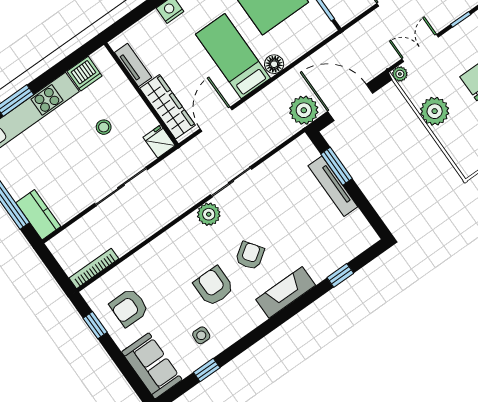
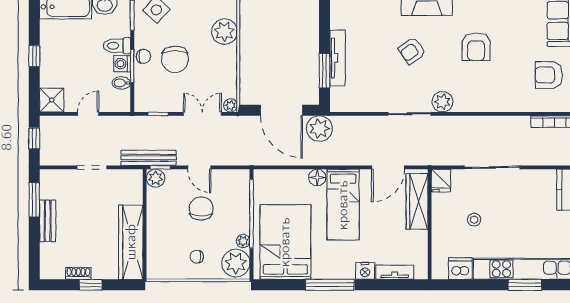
double door: (420, 48) -> (202, 114), swing flipped
tv unit: (133, 65) -> (395, 272), moved, turned 90
plant: (435, 111) -> (224, 32), moved
armchair: (250, 256) -> (412, 51), moved
armchair: (129, 307) -> (549, 75), turned 180
side table: (201, 335) -> (510, 17), removed

